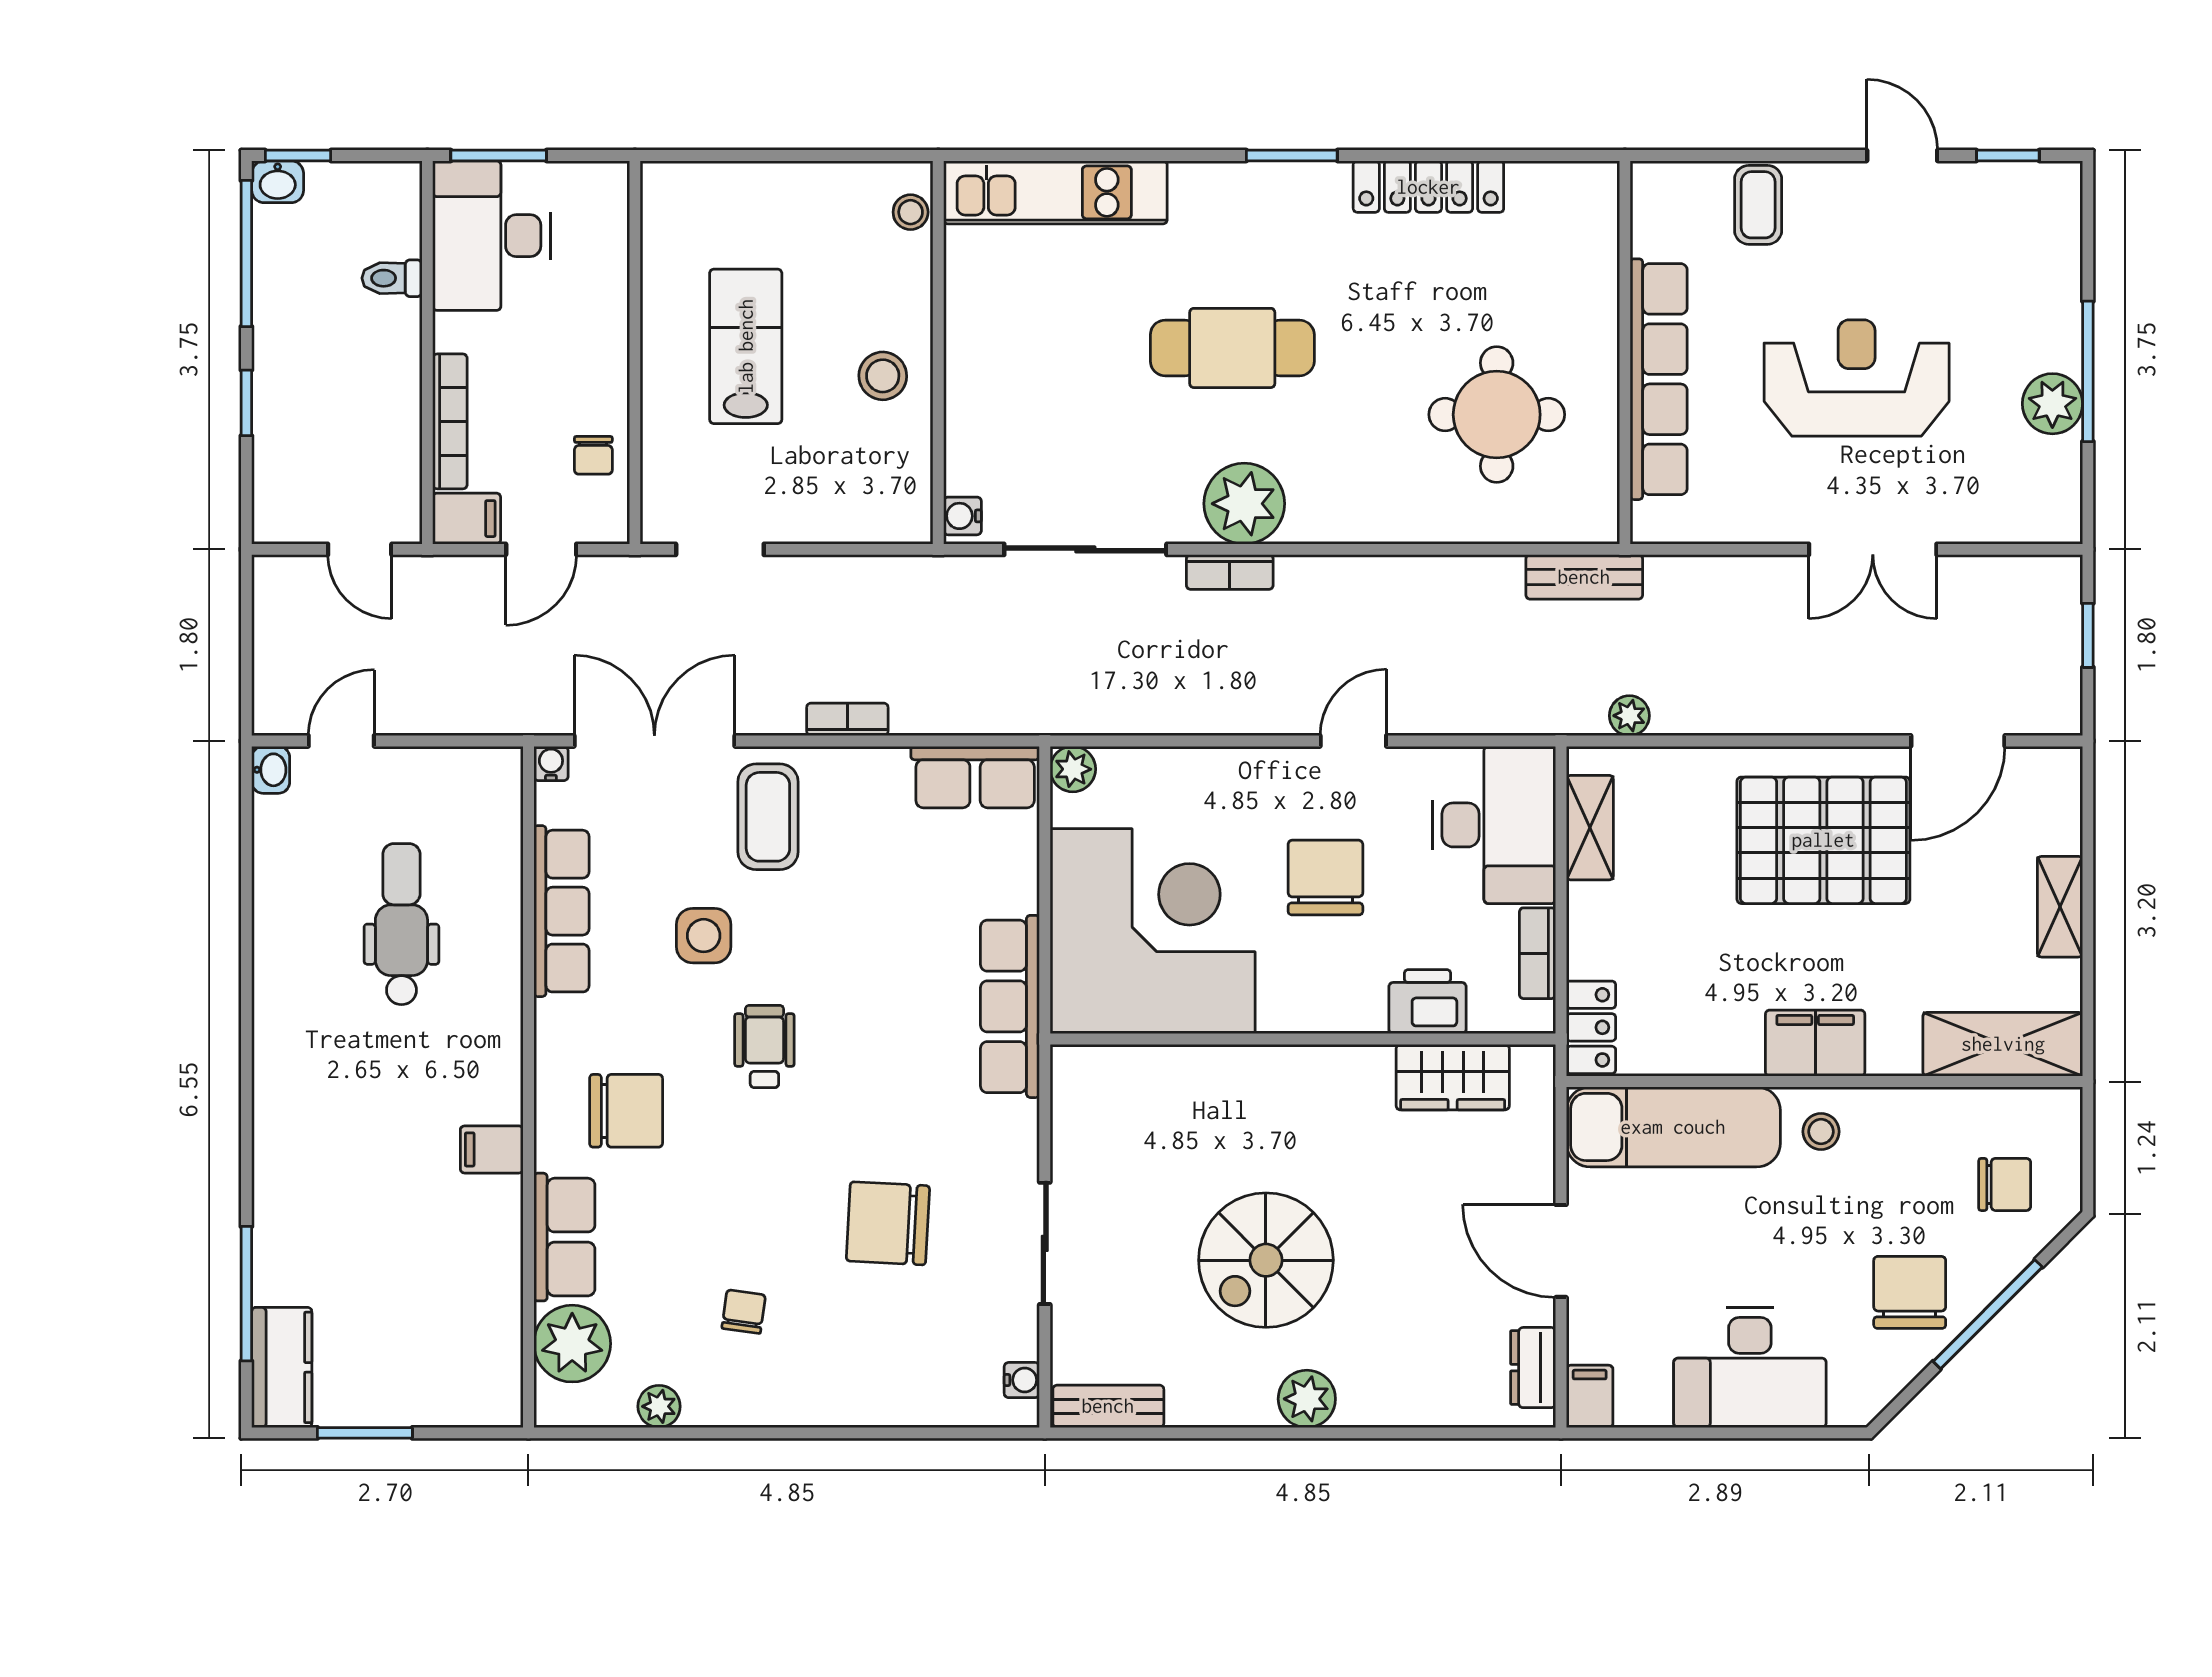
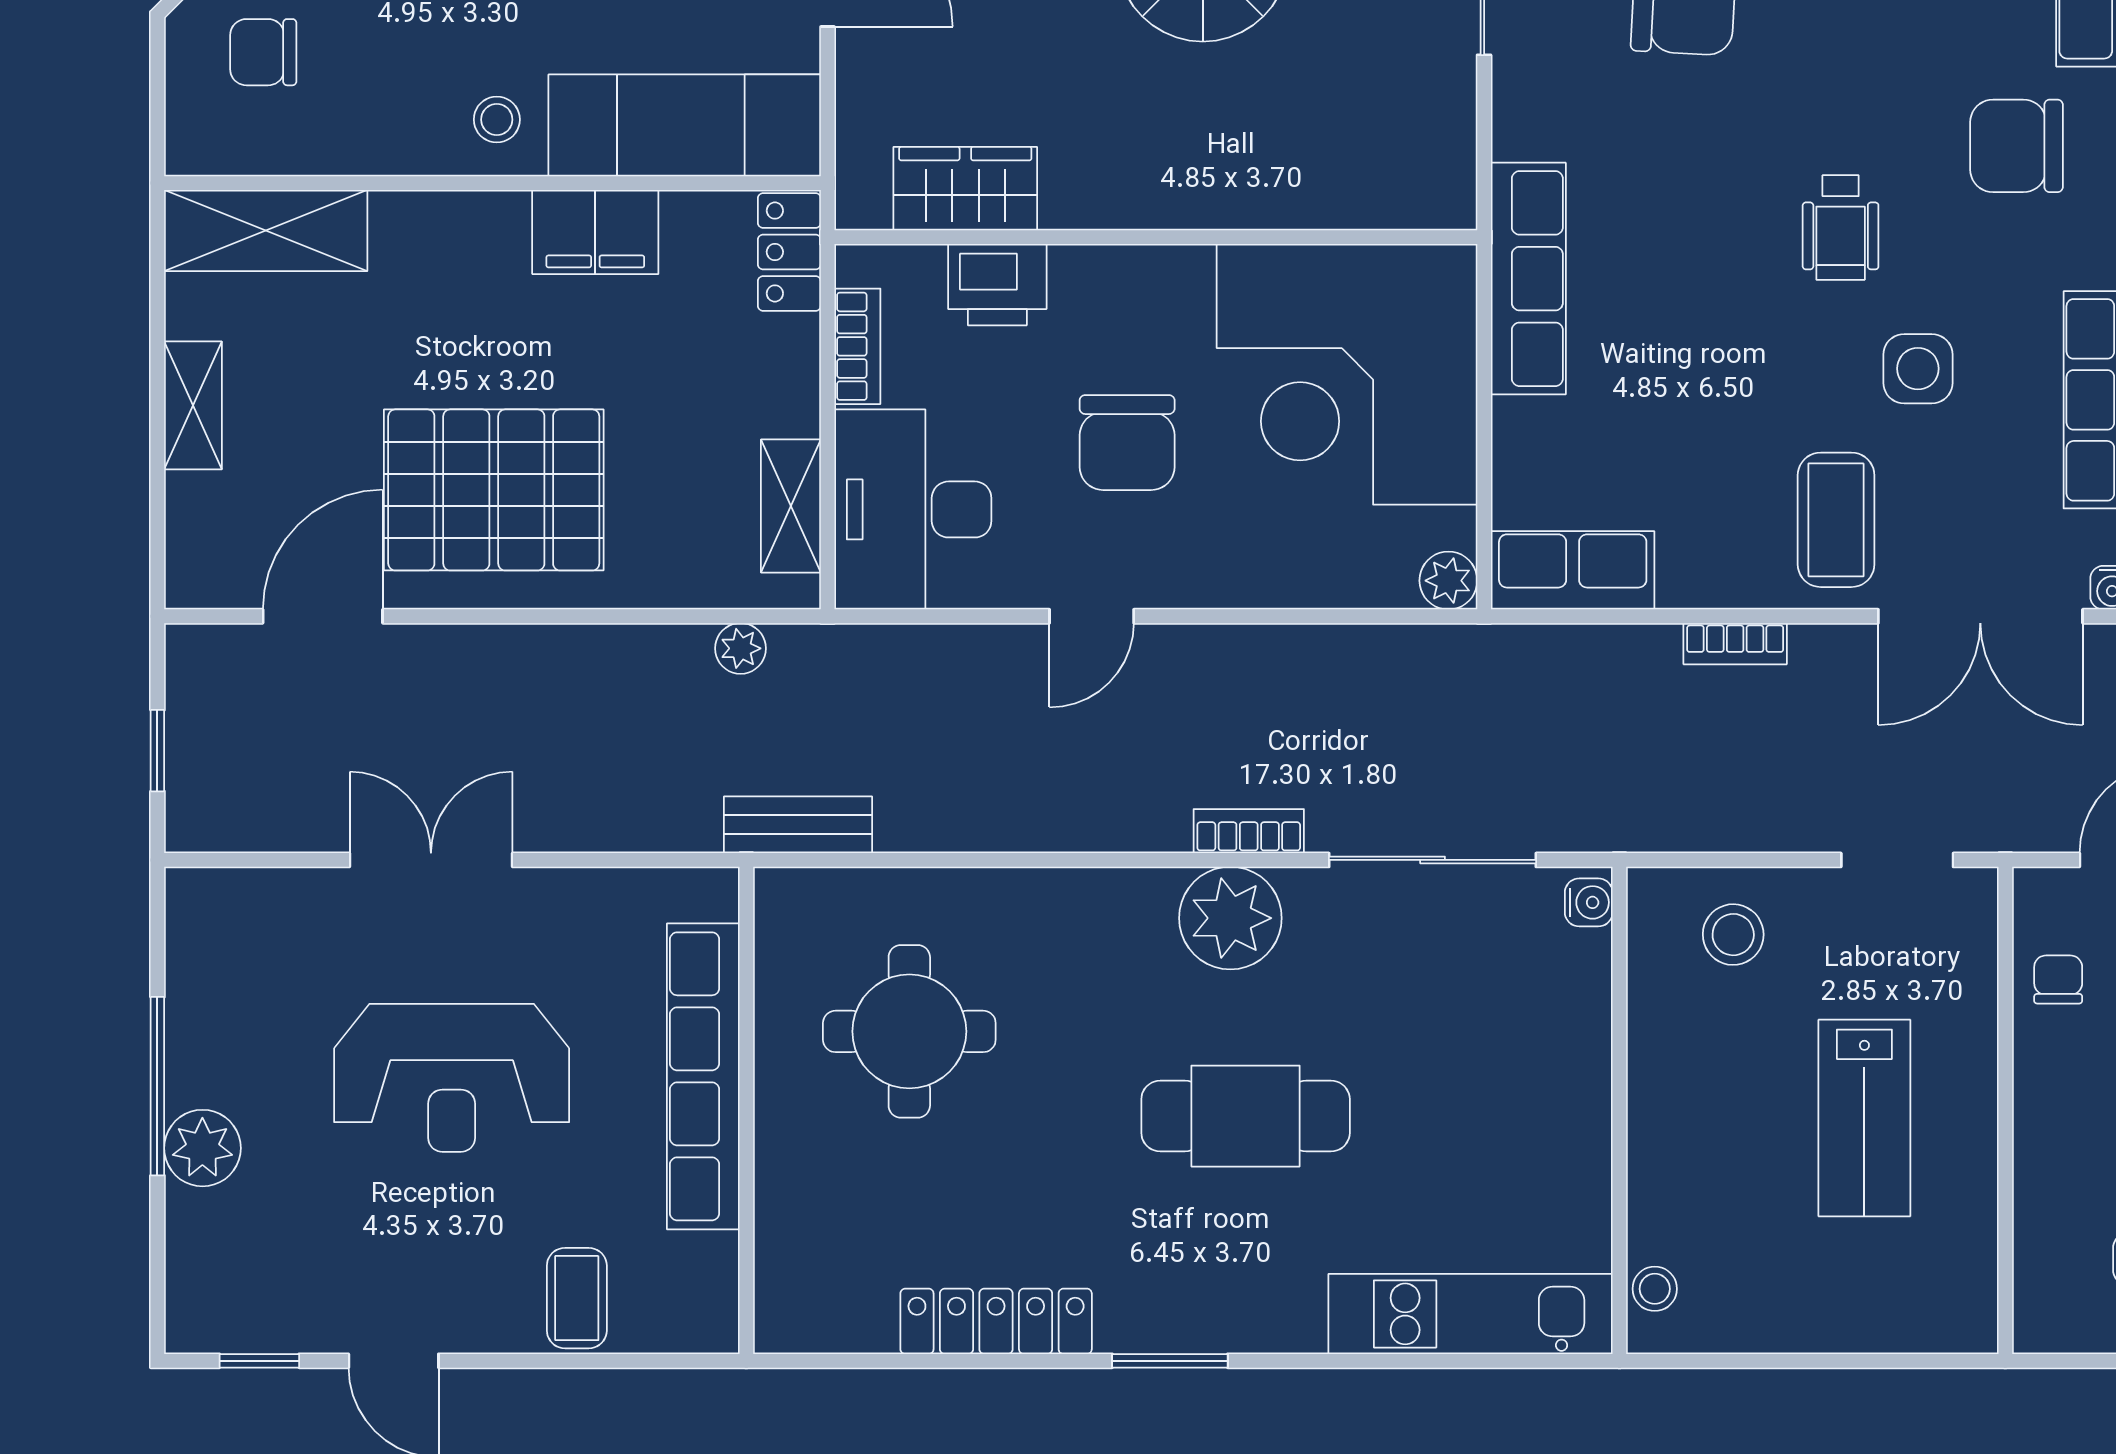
stool: (883, 376) -> (1733, 935), moved
plant: (2052, 404) -> (202, 1148), moved
filing cabinet: (1815, 1043) -> (595, 232), moved

